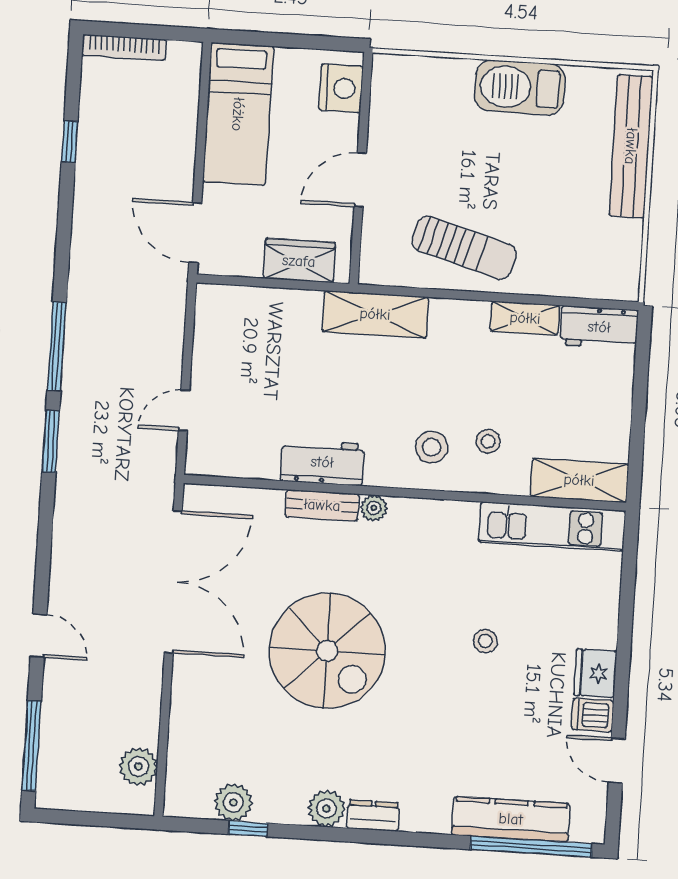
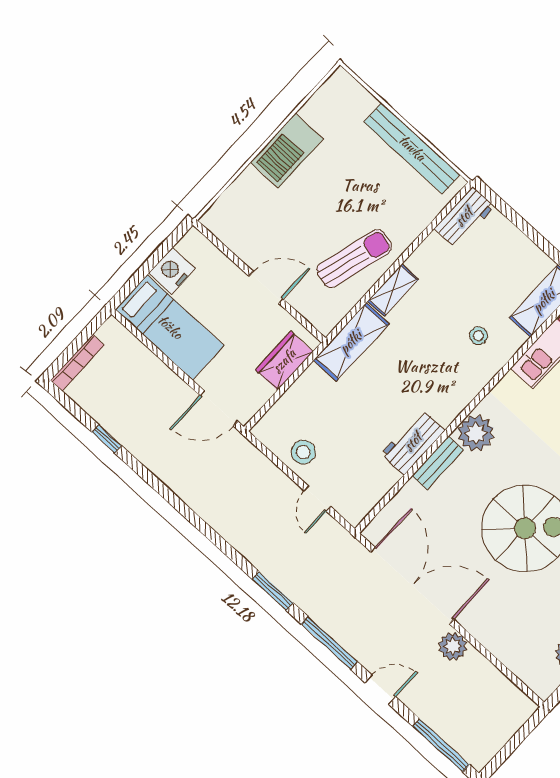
nightstand: (341, 88) -> (172, 271), moved, turned -90
bench: (631, 146) -> (412, 148), moved
door: (360, 180) -> (266, 287), swing flipped
shelving: (525, 318) -> (393, 290), moved
window: (57, 346) -> (329, 643), moved
stool: (431, 447) -> (303, 452), moved
plant: (374, 508) -> (476, 433), width x1.88, depth x1.88
plant: (138, 767) -> (453, 646), moved

